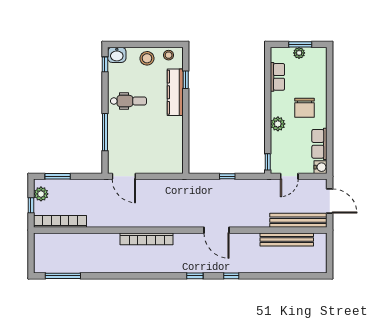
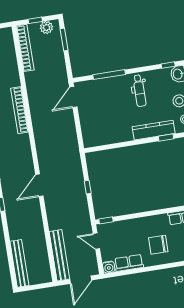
plant: (278, 124) -> (140, 224), removed
bookcase: (147, 239) -> (20, 110), moved
bench: (287, 239) -> (19, 263), moved

